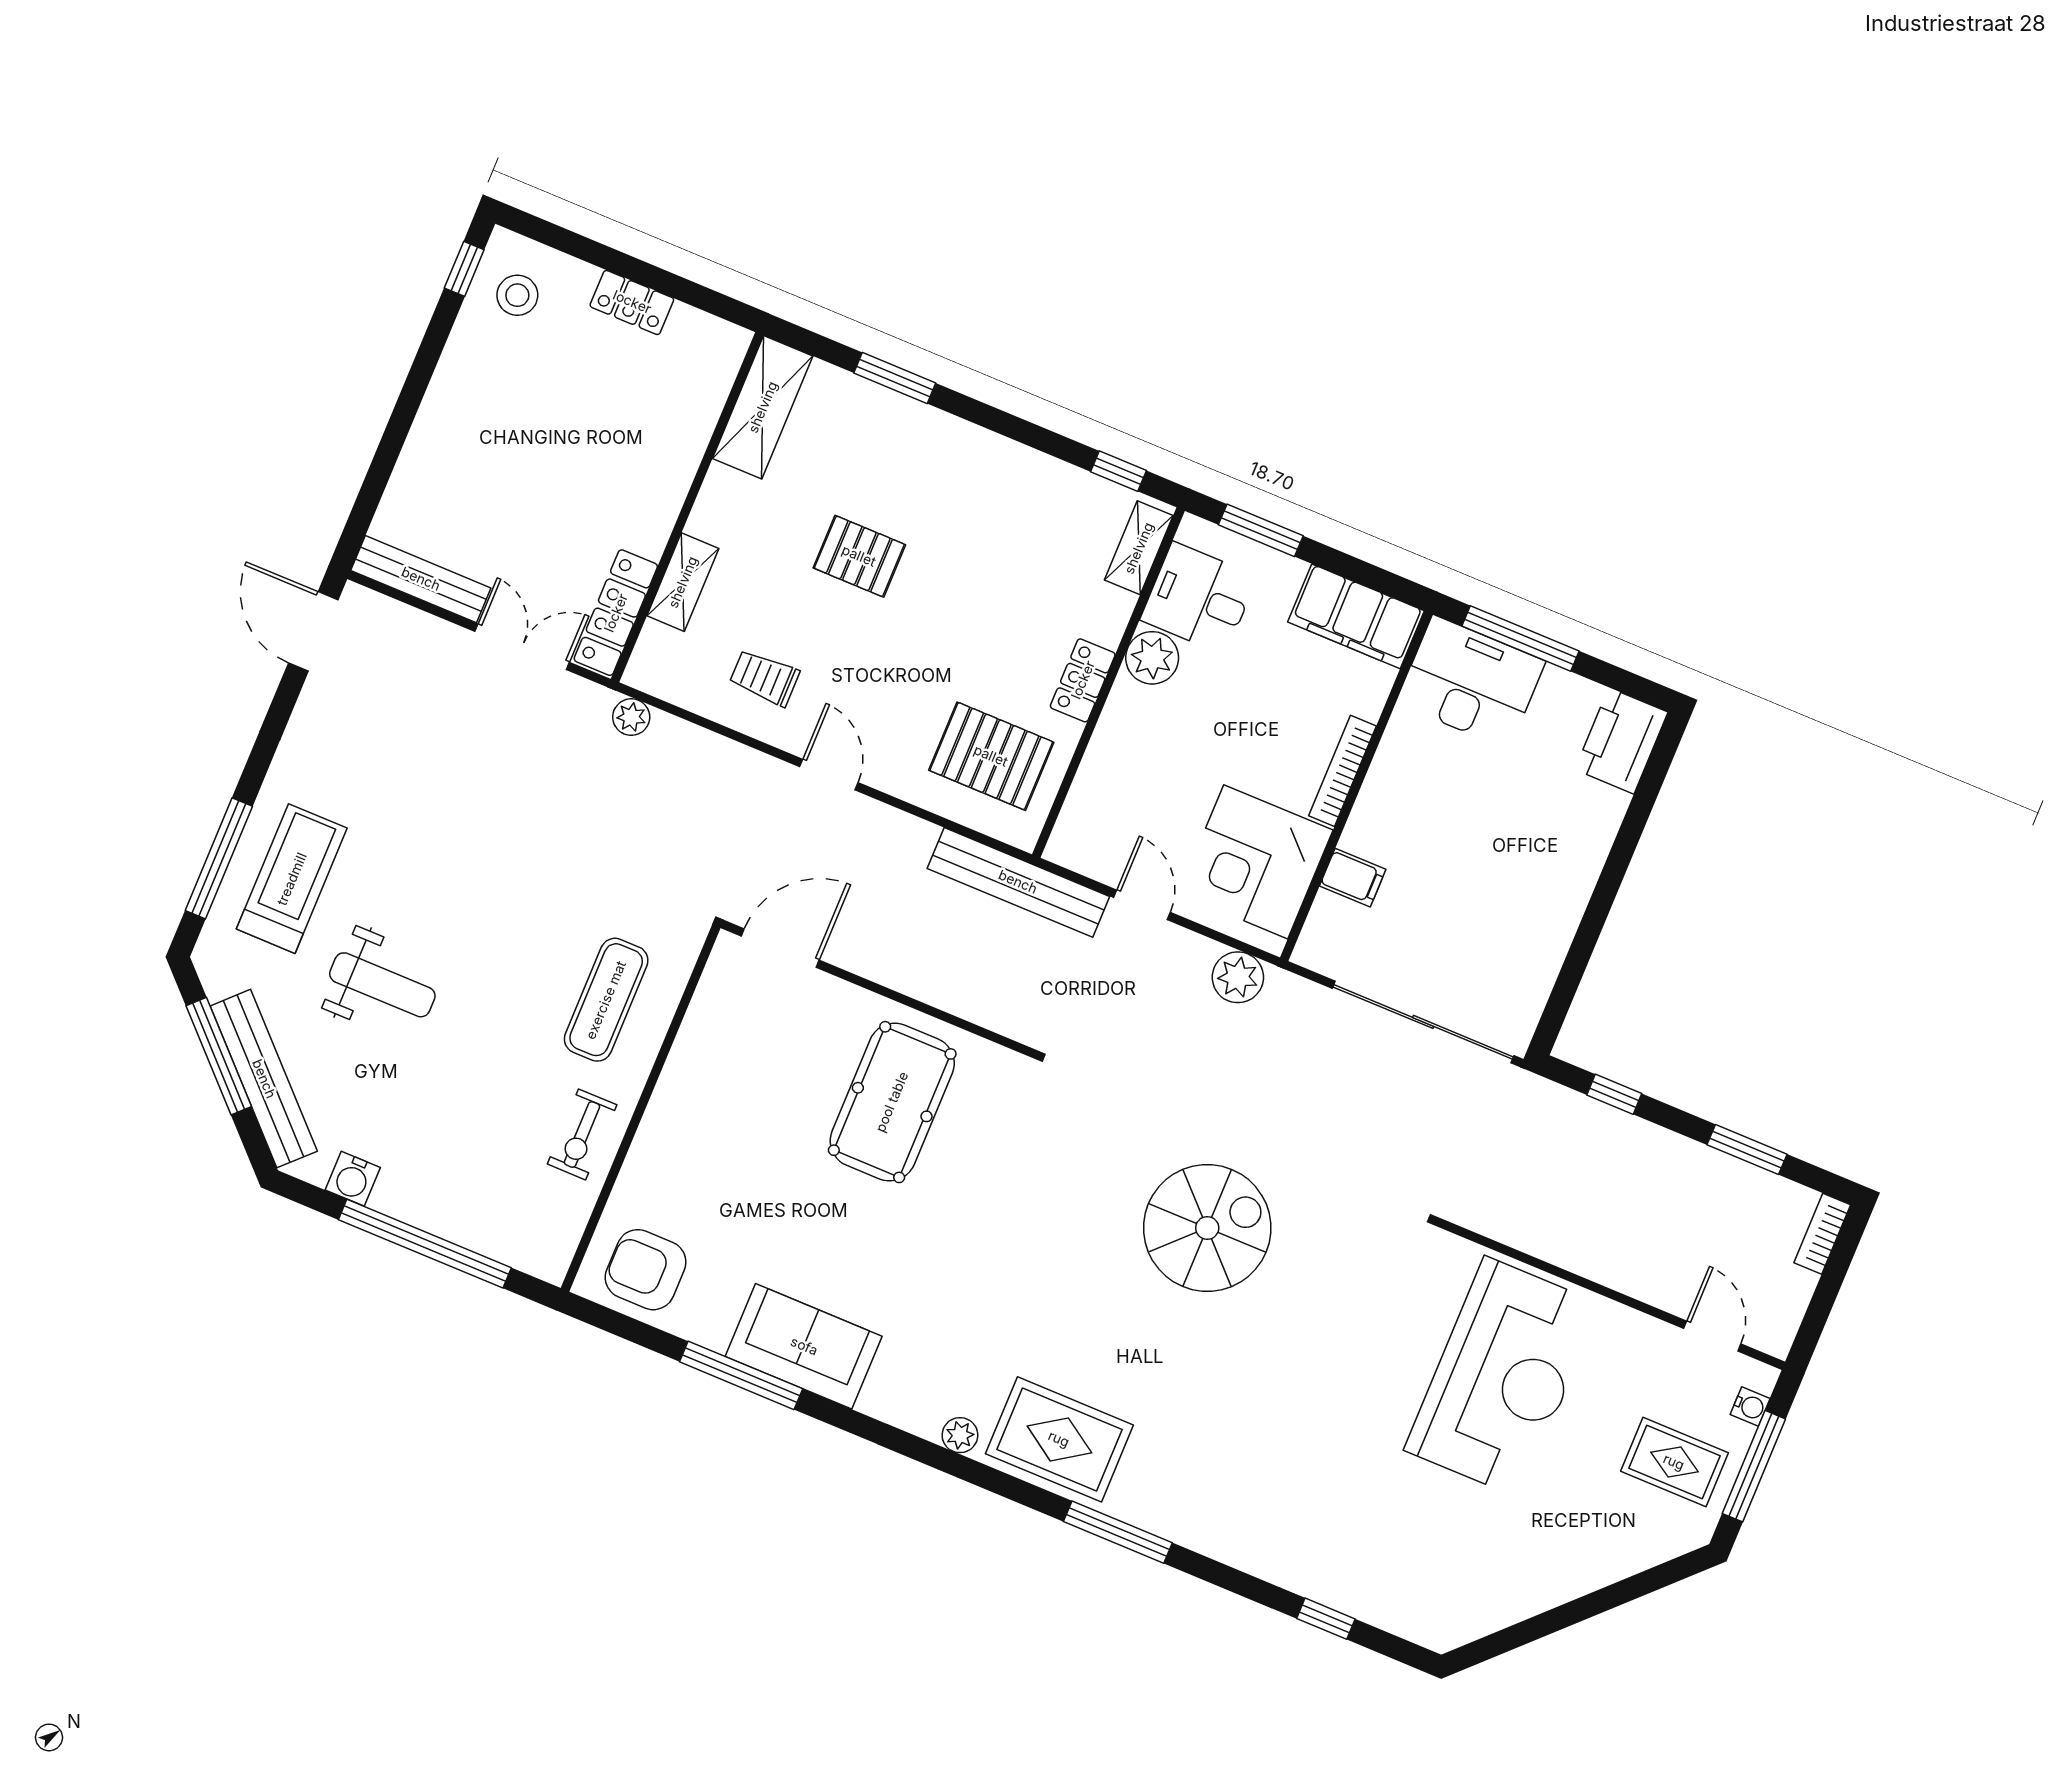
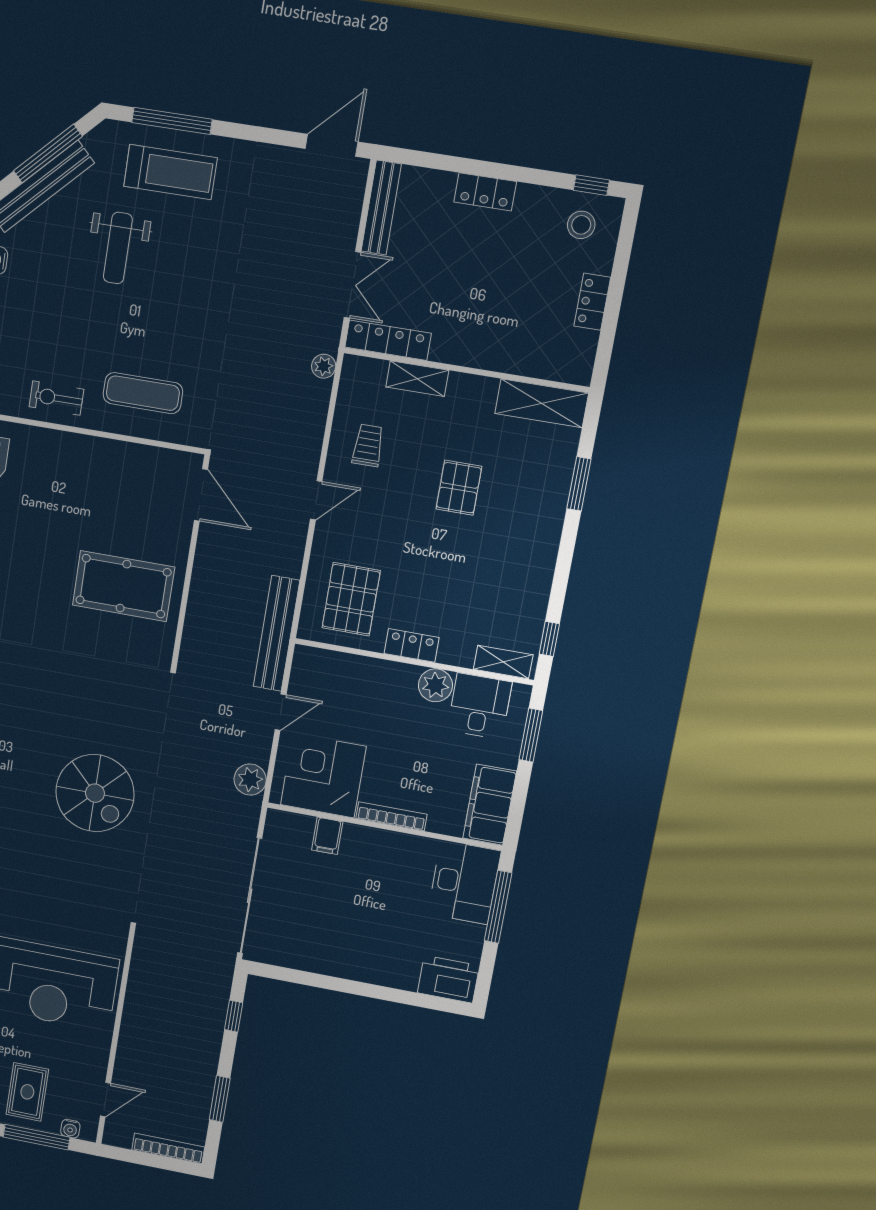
locker: (436, 423) -> (485, 192), added
bookcase: (1822, 1234) -> (168, 1148), width x1.56

